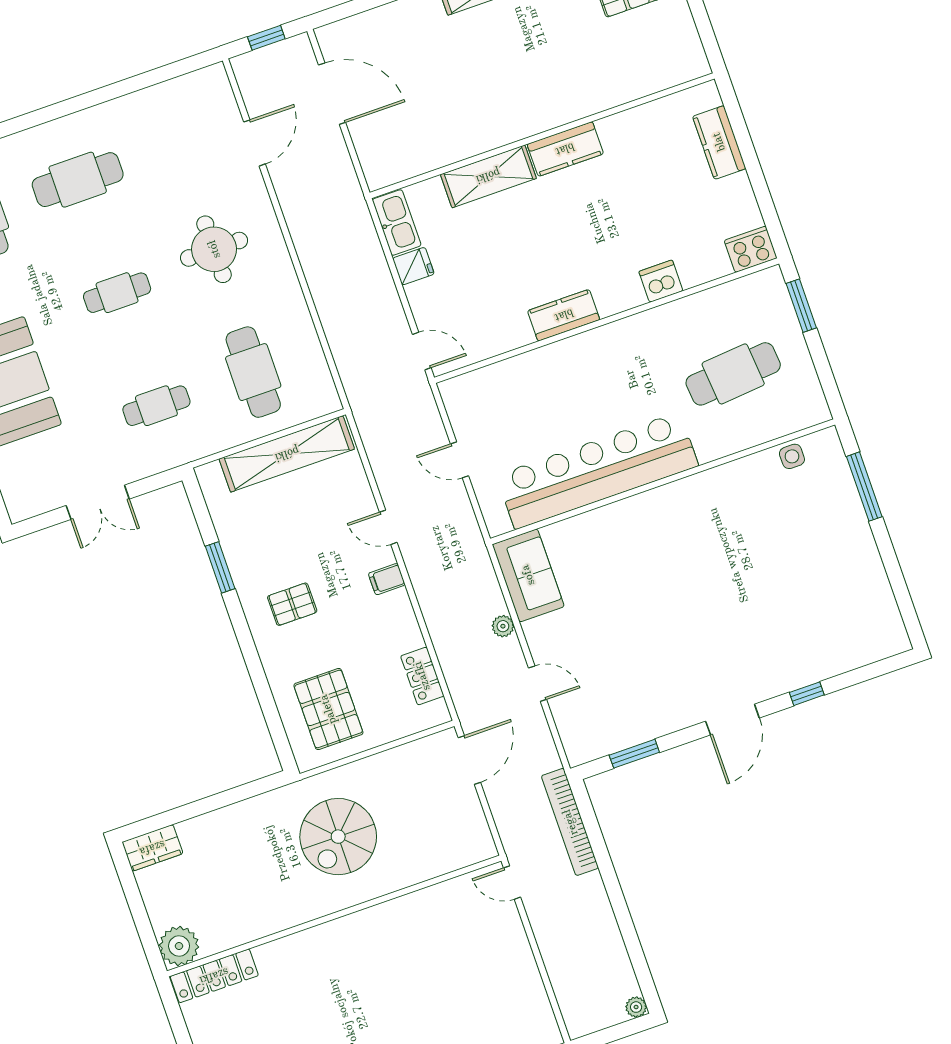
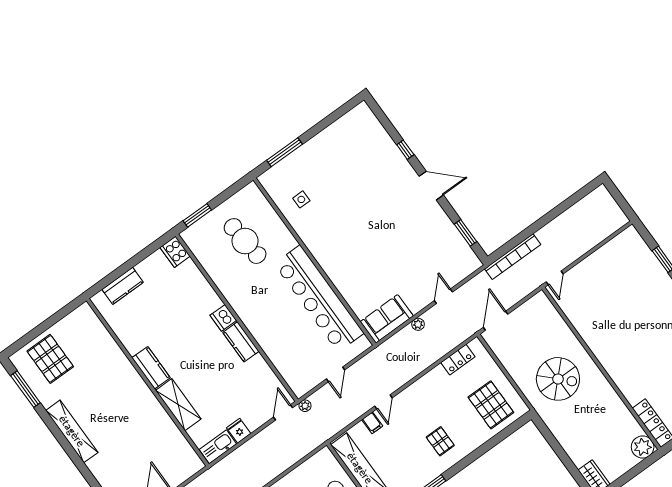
dishwasher: (661, 281) -> (223, 318), moved
side table: (792, 456) -> (301, 199), moved
filing cabinet: (387, 579) -> (372, 423), moved
pallet: (328, 709) -> (491, 405), turned 90
door: (469, 760) -> (496, 321), hinge flipped
plant: (636, 1007) -> (305, 406), moved

